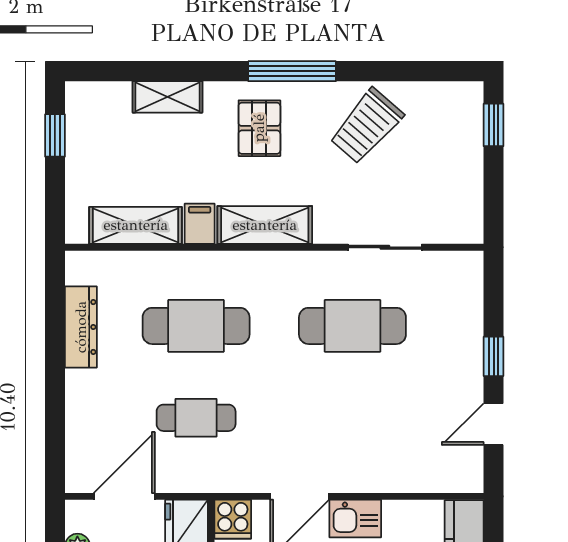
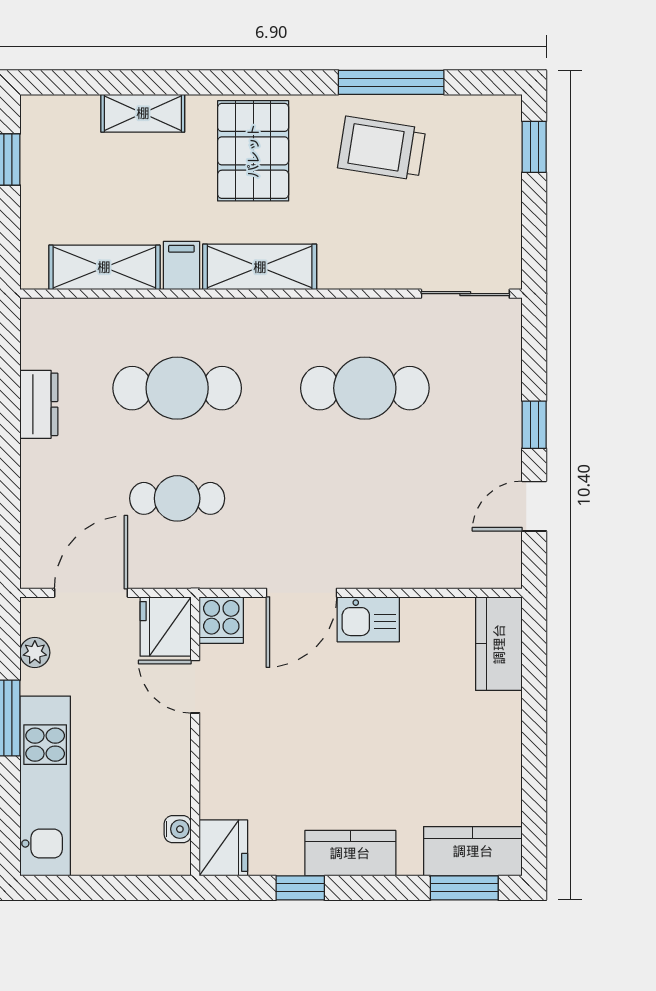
window: (292, 71) -> (391, 82), moved
trolley: (366, 126) -> (382, 148), turned 58
pallet: (259, 128) -> (253, 151), width x1.50, depth x1.42
sliding door: (385, 247) -> (465, 294), moved
dresser: (81, 327) -> (39, 404), width x0.70

